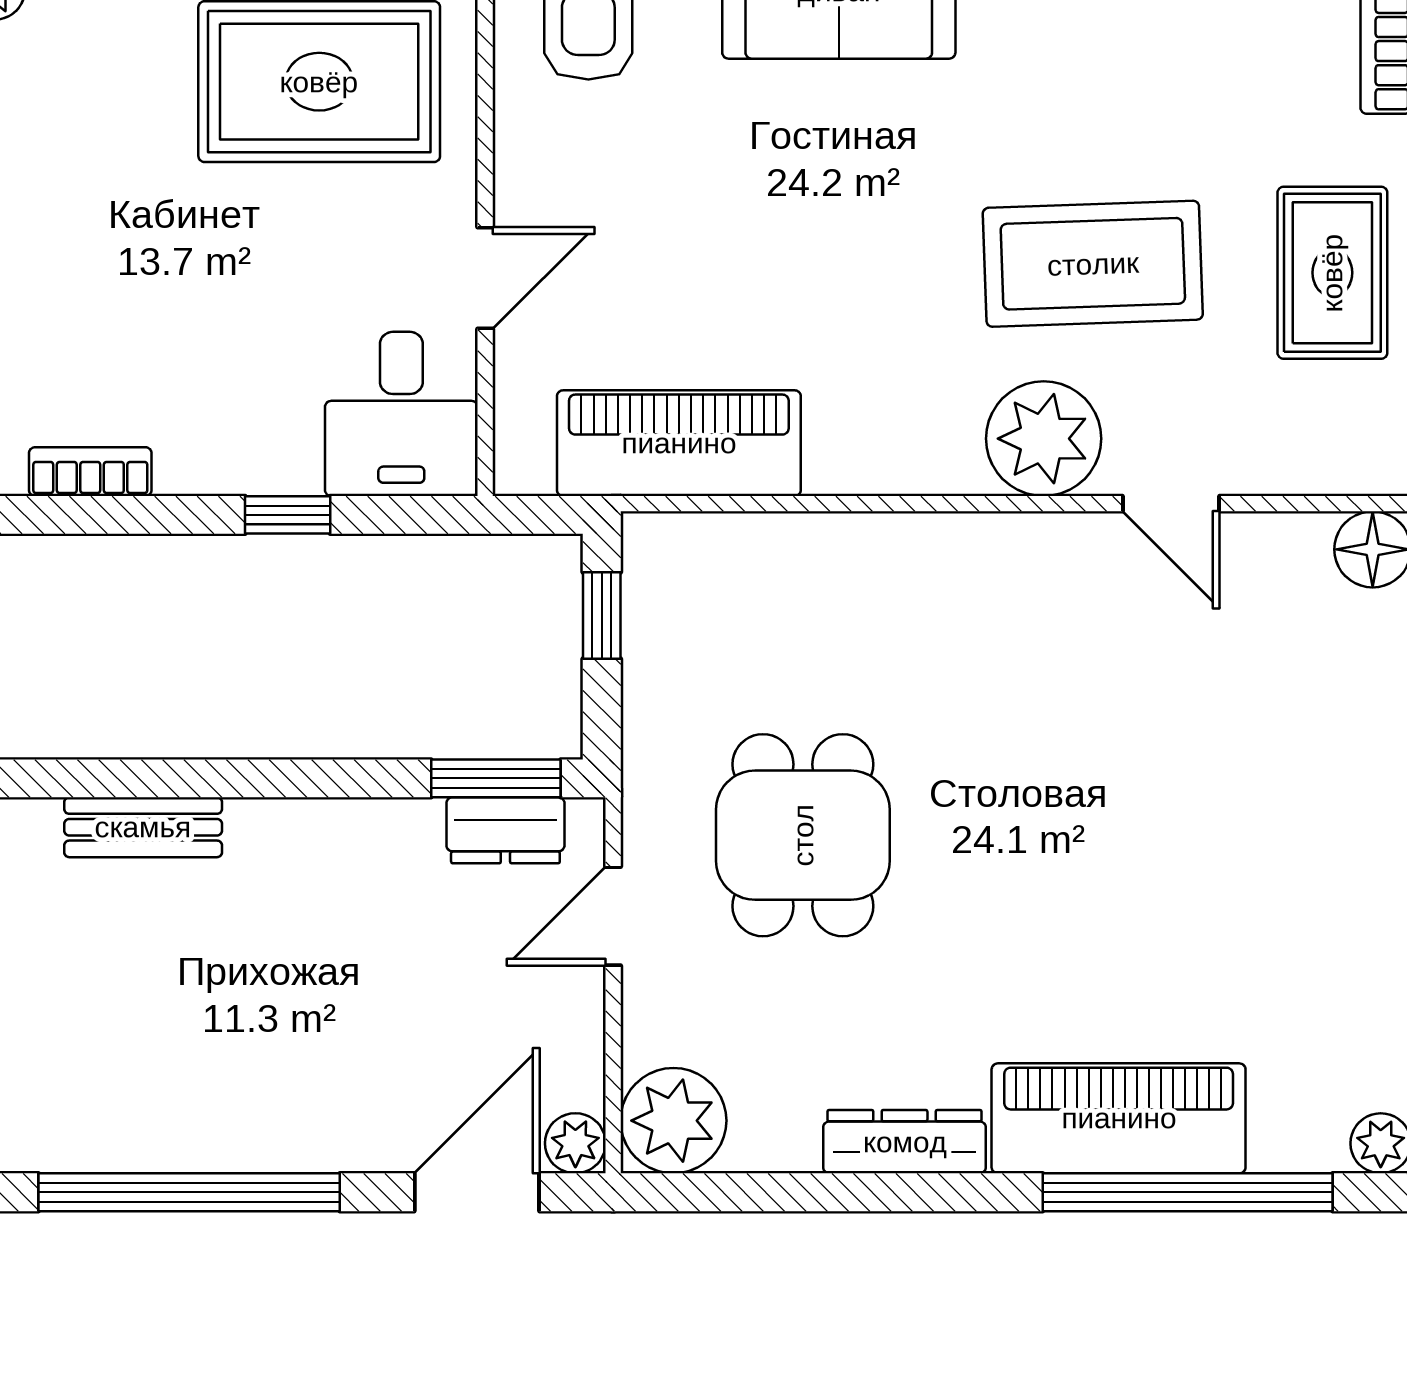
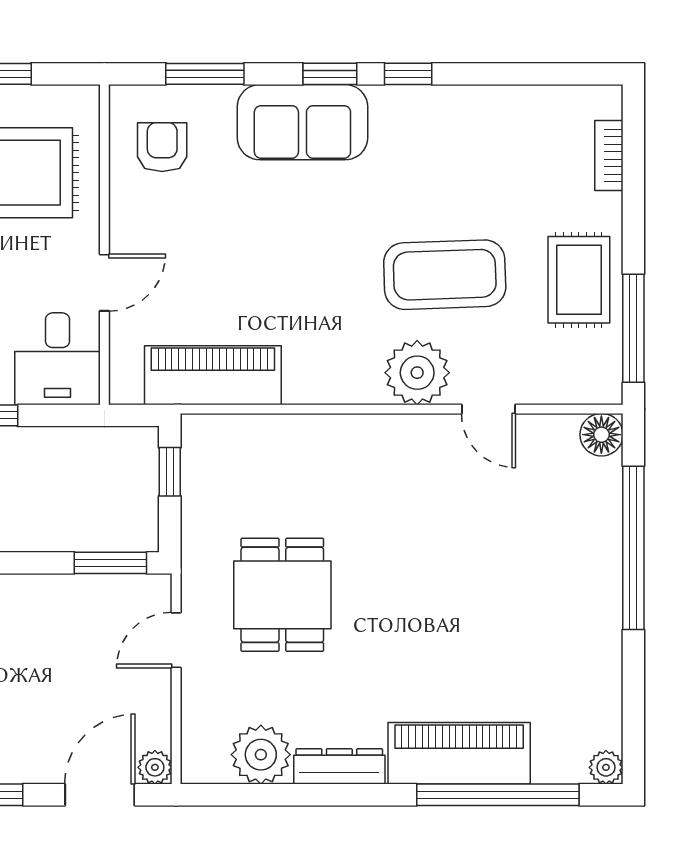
dresser: (505, 830) -> (116, 592), removed
plant: (673, 1121) -> (261, 755), moved

